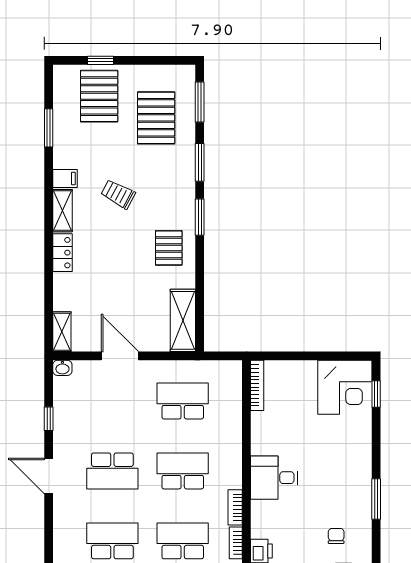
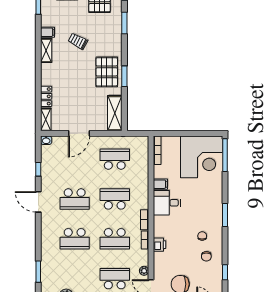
window: (200, 217) -> (124, 76), moved
pallet: (169, 248) -> (107, 72), width x1.50, depth x1.42
locker: (63, 253) -> (46, 96), moved
door: (120, 356) -> (79, 133), swing flipped
corner desk: (345, 387) -> (202, 157), width x1.36, depth x1.36
window: (376, 394) -> (225, 155), width x2.17
filing cabinet: (263, 445) -> (160, 184), added
school desk: (112, 541) -> (75, 239), turned 180
school desk: (183, 541) -> (115, 239), turned 180

